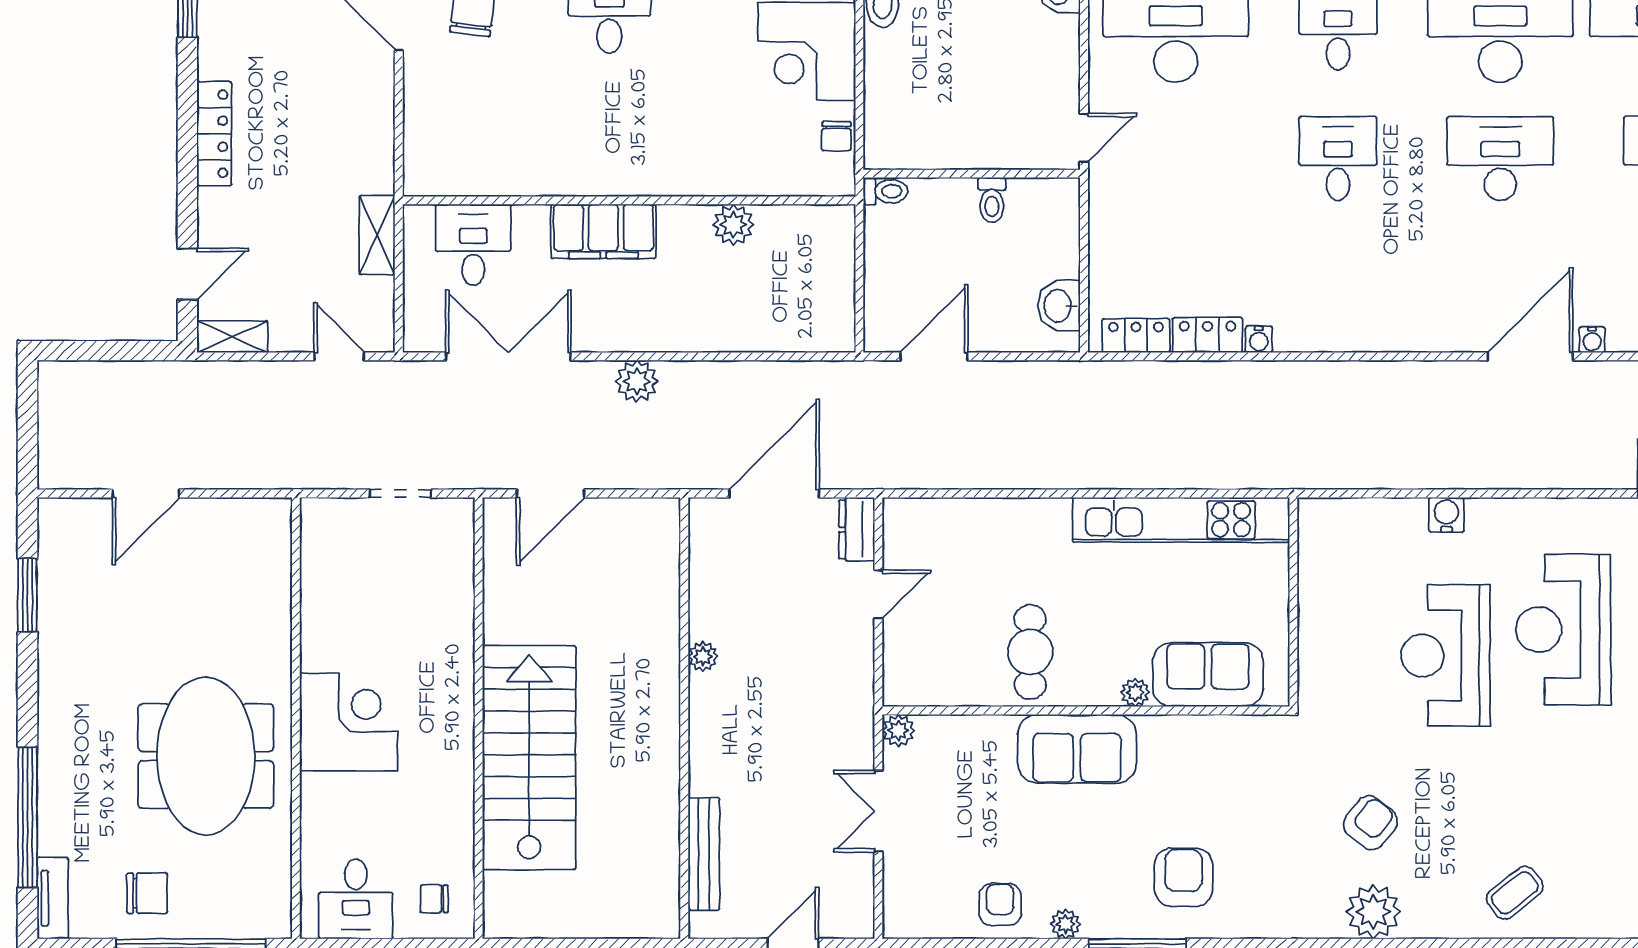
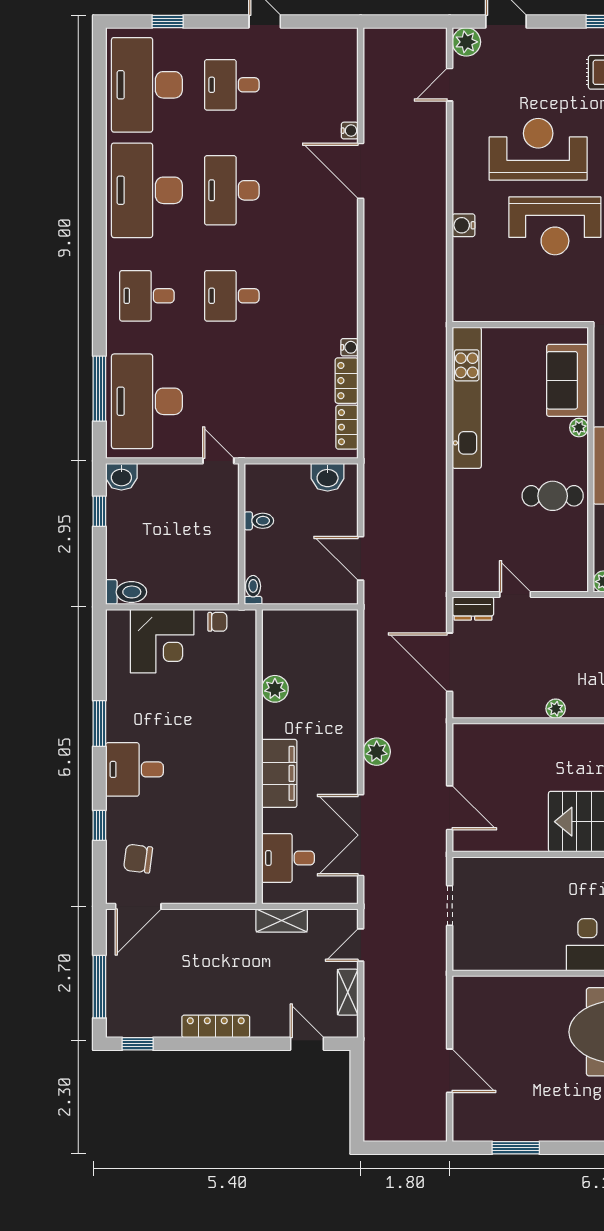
shelving: (232, 337) -> (348, 992), moved
reception desk: (1563, 630) -> (538, 149), turned 180

